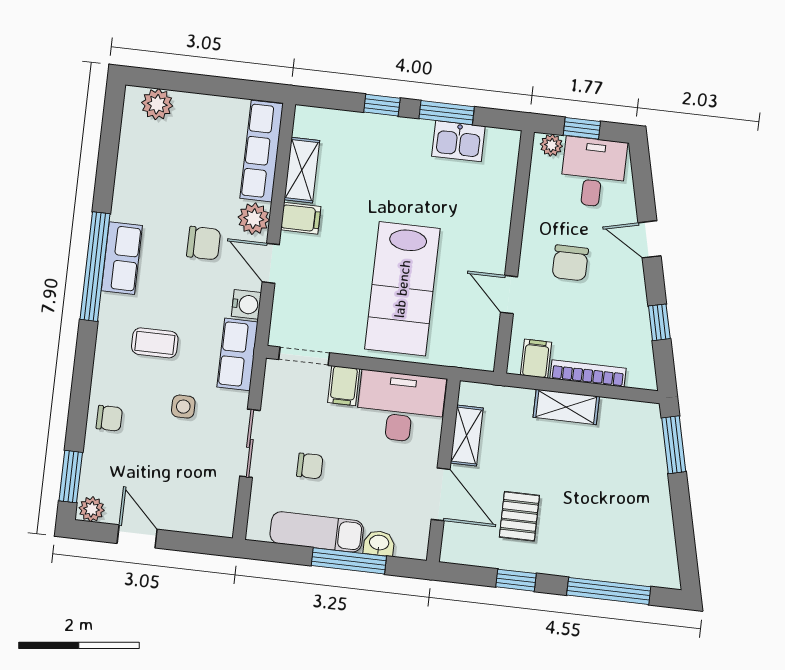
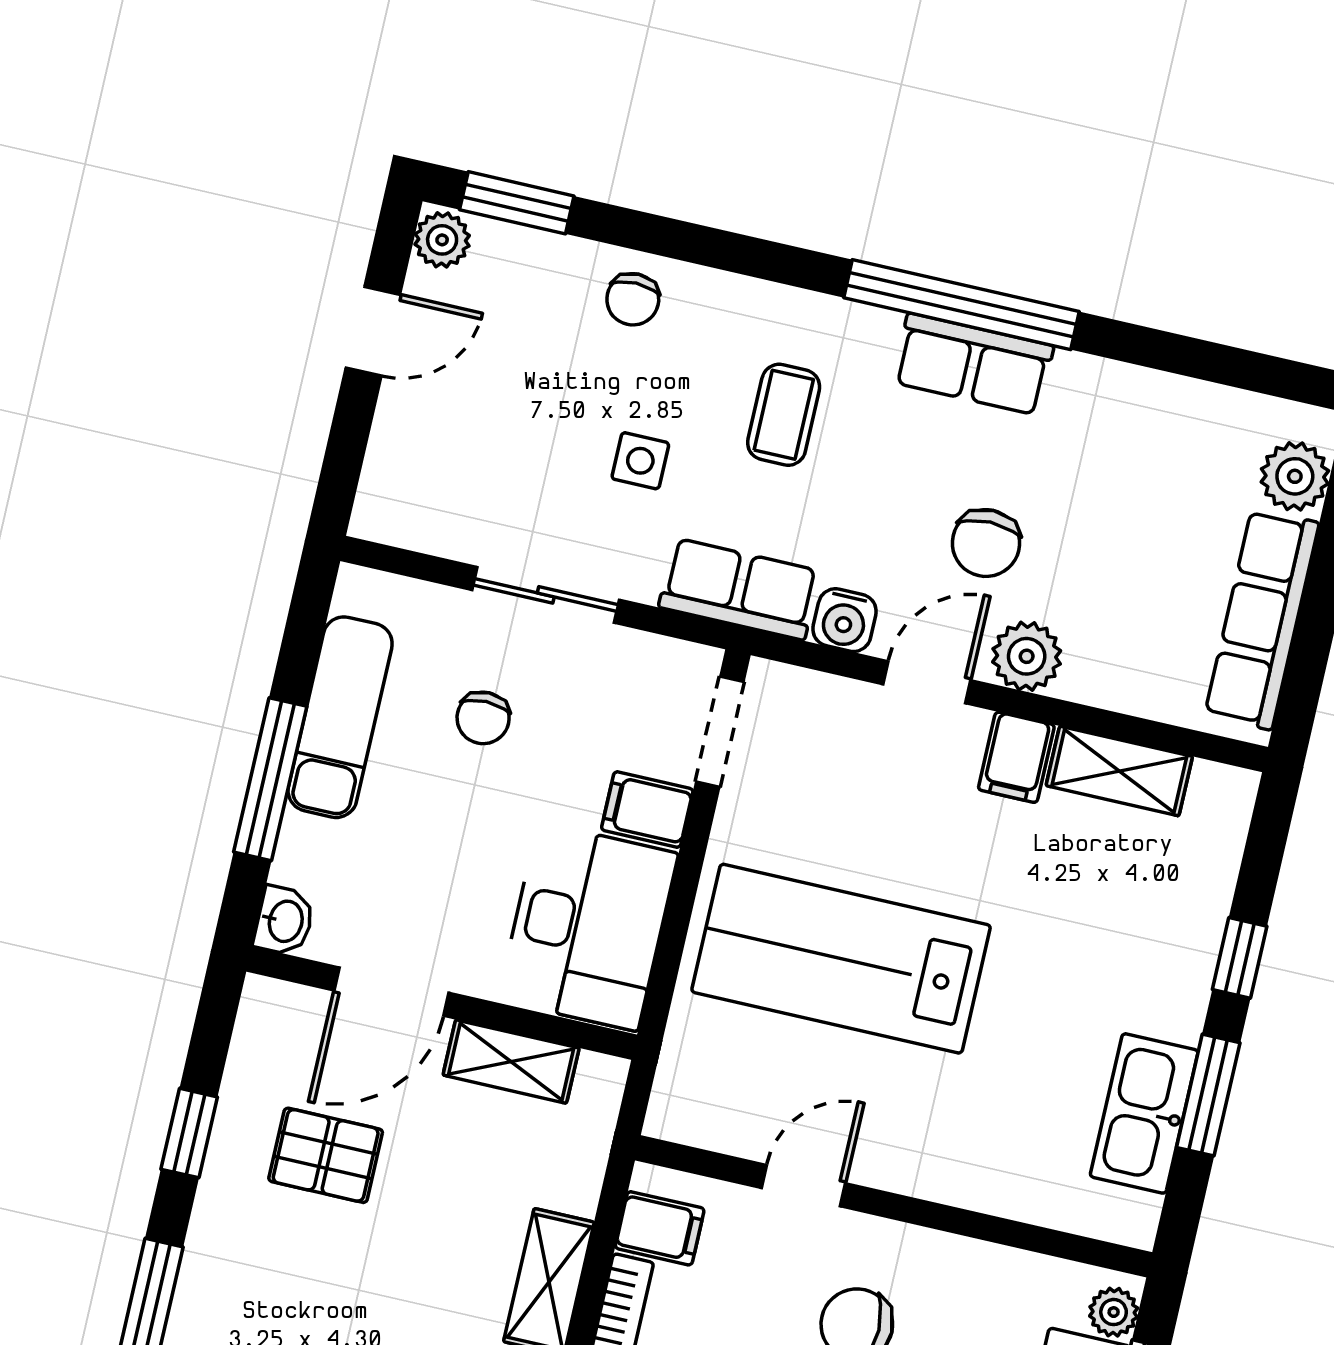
kitchen sink: (458, 141) -> (1144, 1113), width x1.38
row of seats: (262, 151) -> (1262, 619), moved, turned -90
washbasin: (379, 543) -> (284, 921), moved

